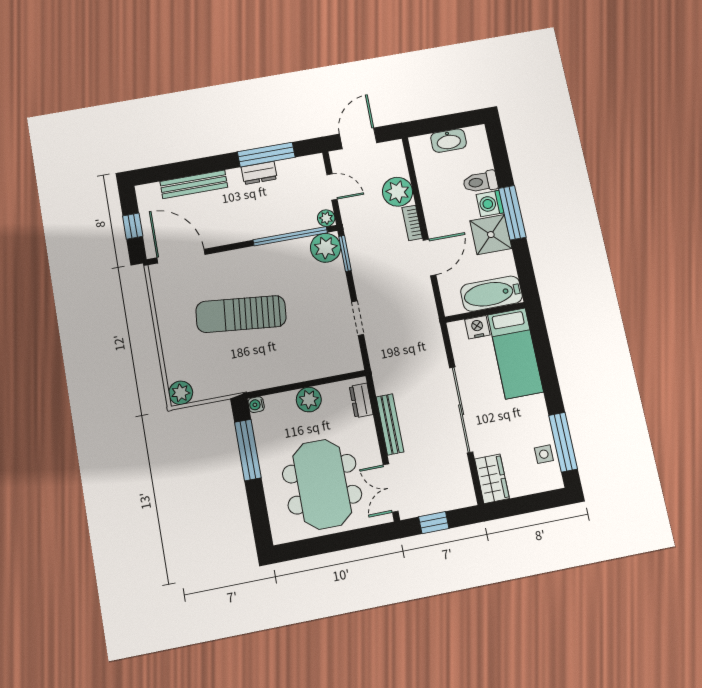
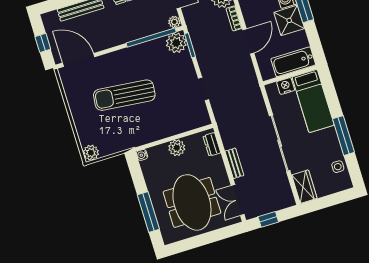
bench: (390, 424) -> (234, 163), width x0.73
window: (563, 442) -> (343, 136), moved
window: (248, 450) -> (148, 212), moved

